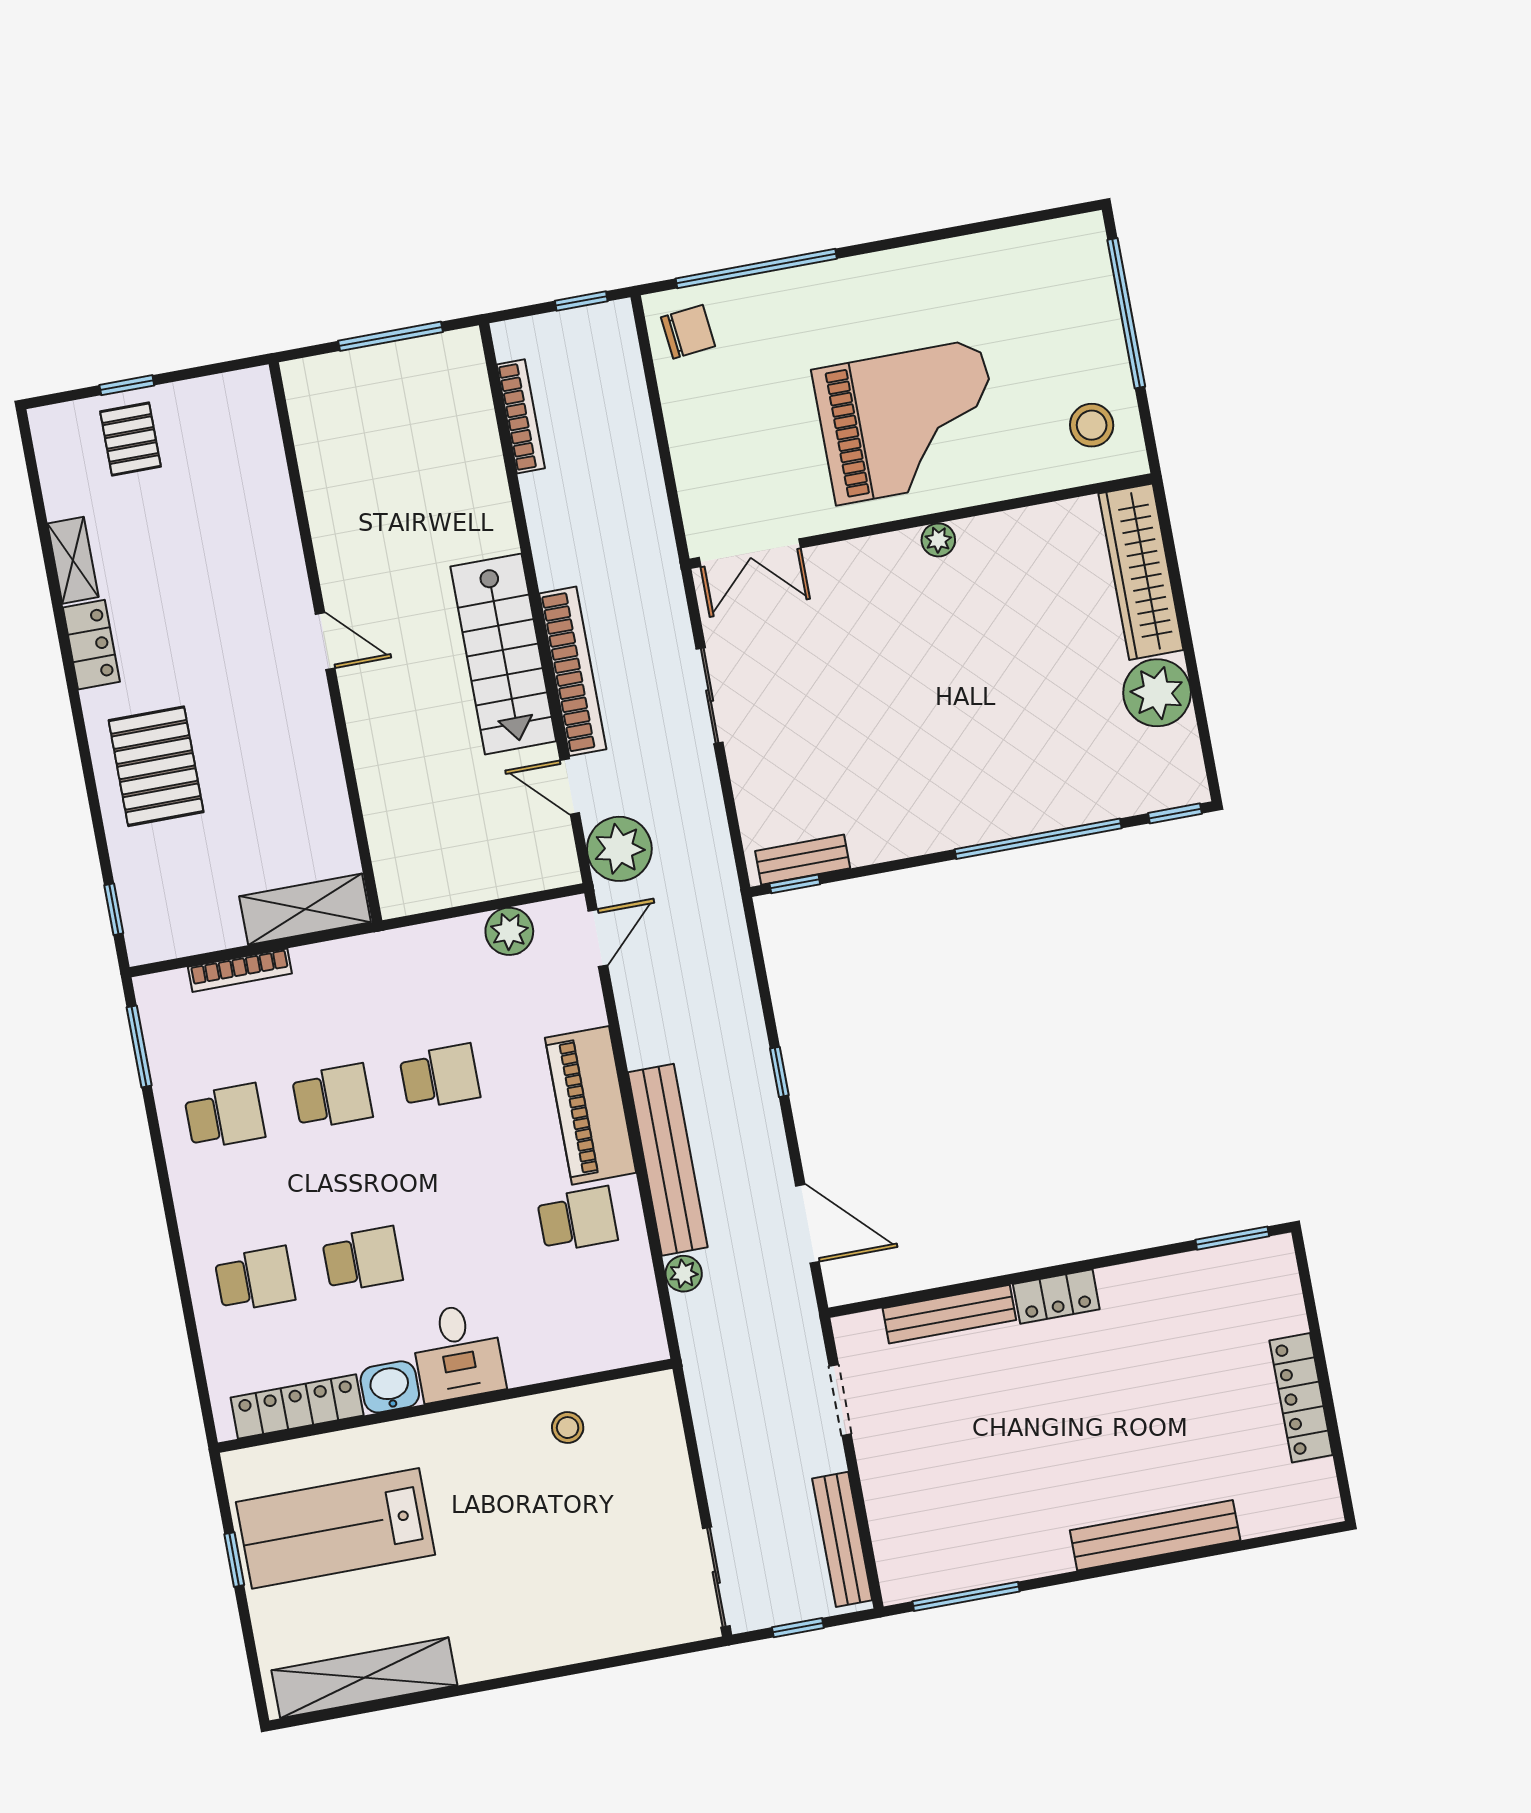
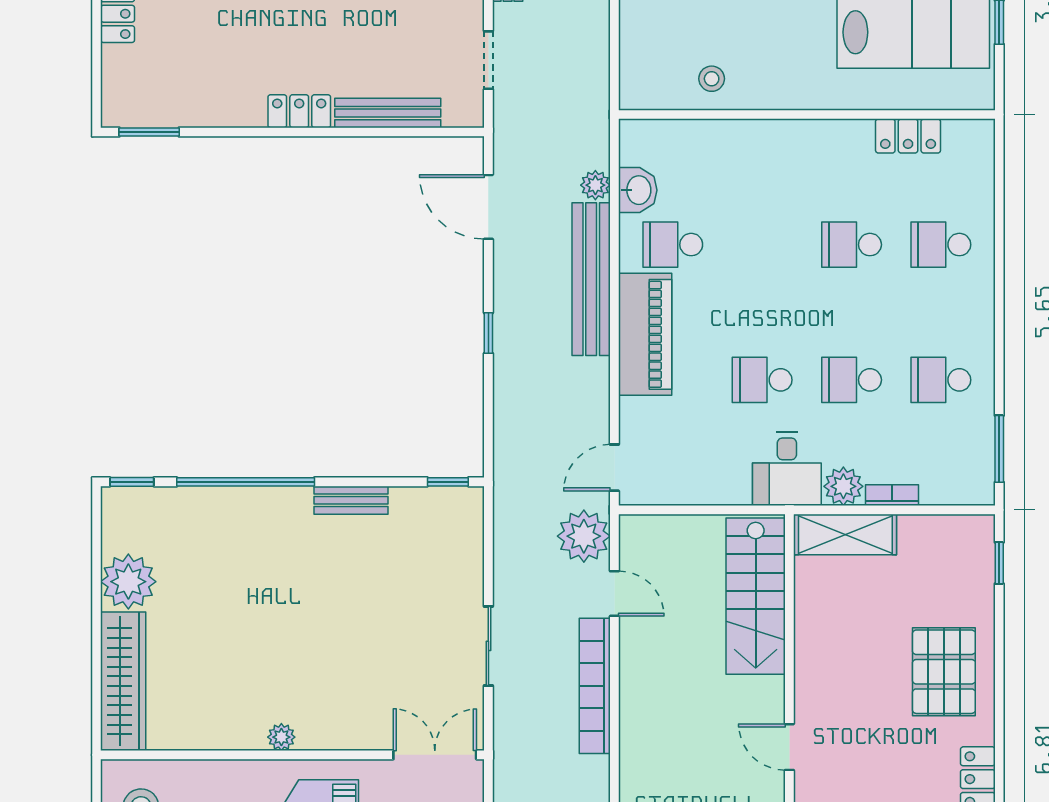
stairs: (503, 654) -> (756, 596), moved, turned 180
bench: (803, 860) -> (351, 500), moved
plant: (509, 931) -> (843, 486), moved
bookcase: (240, 970) -> (892, 495), width x0.64
desk: (458, 1352) -> (787, 469), moved, turned 180
washbasin: (390, 1387) -> (638, 190), moved, turned -90
locker: (297, 1406) -> (908, 136), width x0.66

